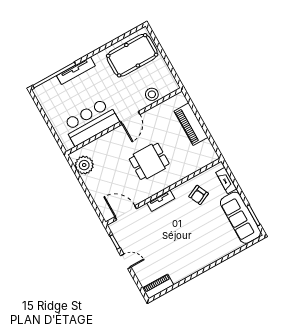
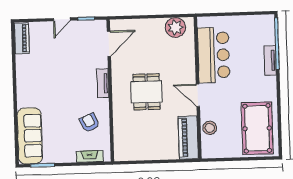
tv unit: (76, 71) -> (270, 60), width x0.71
piano: (191, 124) -> (188, 138), moved, turned -90
sofa: (240, 218) -> (30, 136), moved, turned 90

